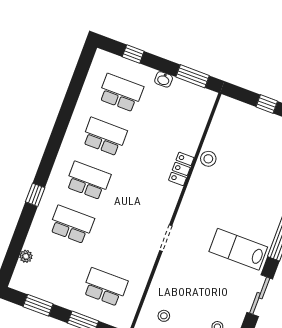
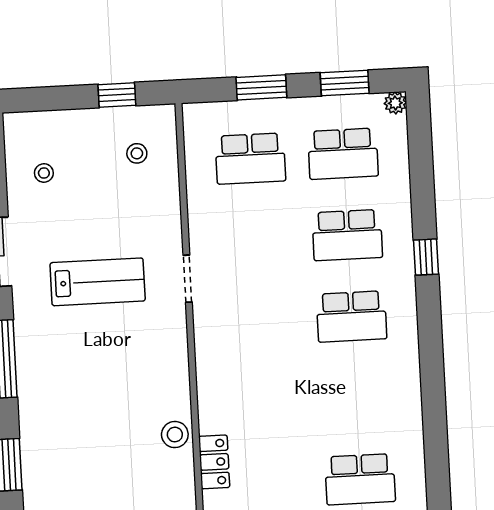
school desk: (104, 137) -> (343, 154), moved
locker: (181, 169) -> (214, 462), moved
lab bench: (238, 249) -> (98, 282), moved
plant: (26, 256) -> (395, 103), moved

